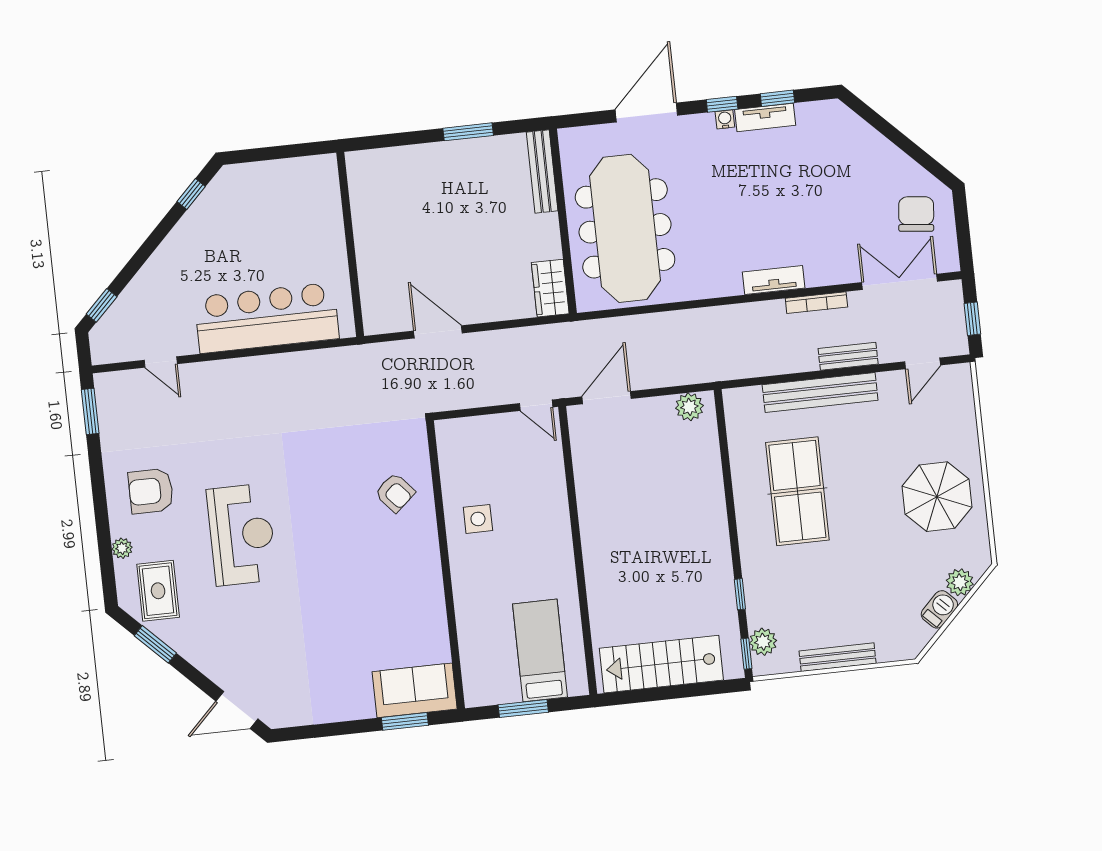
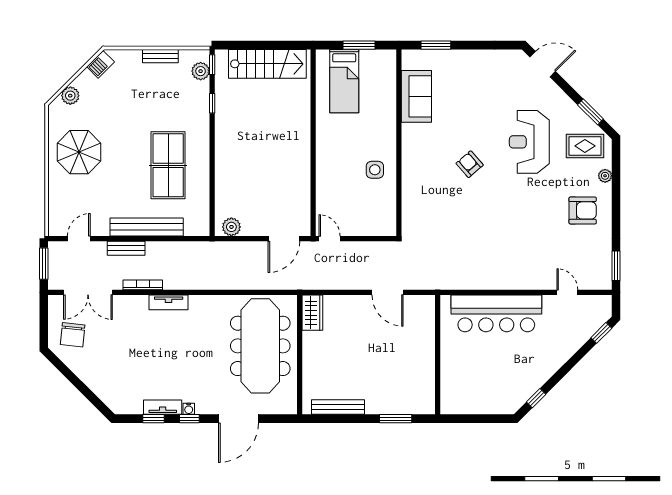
window: (468, 132) -> (396, 419), moved
bench: (542, 171) -> (338, 407), moved, turned 90
window: (972, 319) -> (44, 264), width x1.50
armchair: (395, 493) -> (470, 164), moved
reception desk: (242, 535) -> (529, 142), moved
rug: (158, 591) -> (585, 146), turned 90
barbecue: (939, 609) -> (101, 64), moved
bench: (838, 657) -> (160, 56), width x0.73
sofa: (415, 690) -> (416, 96), moved, turned -90

